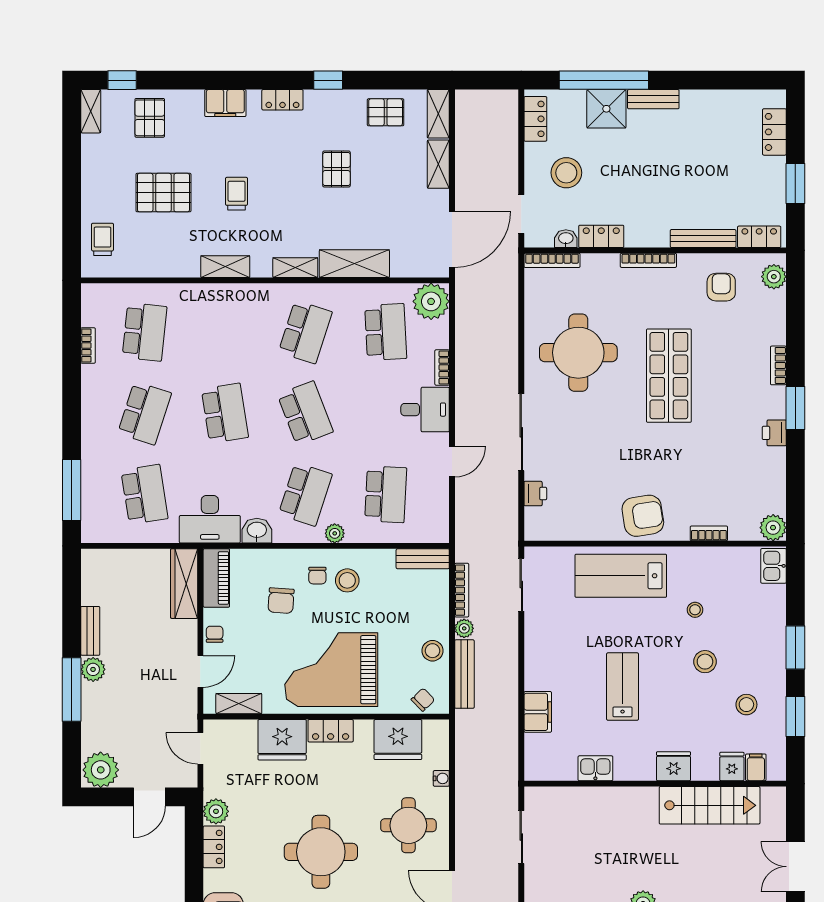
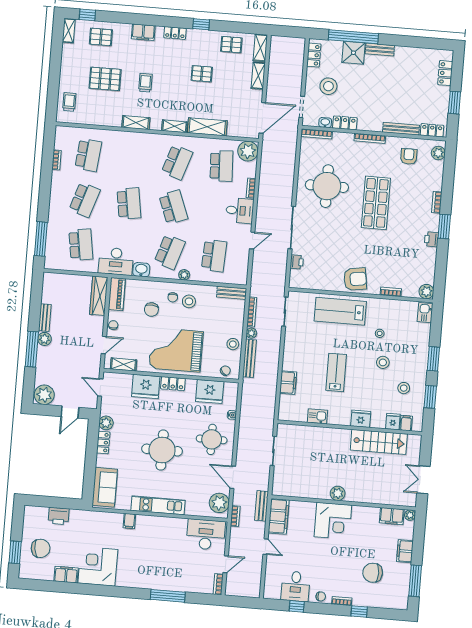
pallet: (150, 118) -> (101, 37), turned 90
pallet: (336, 169) -> (202, 74), turned 90

